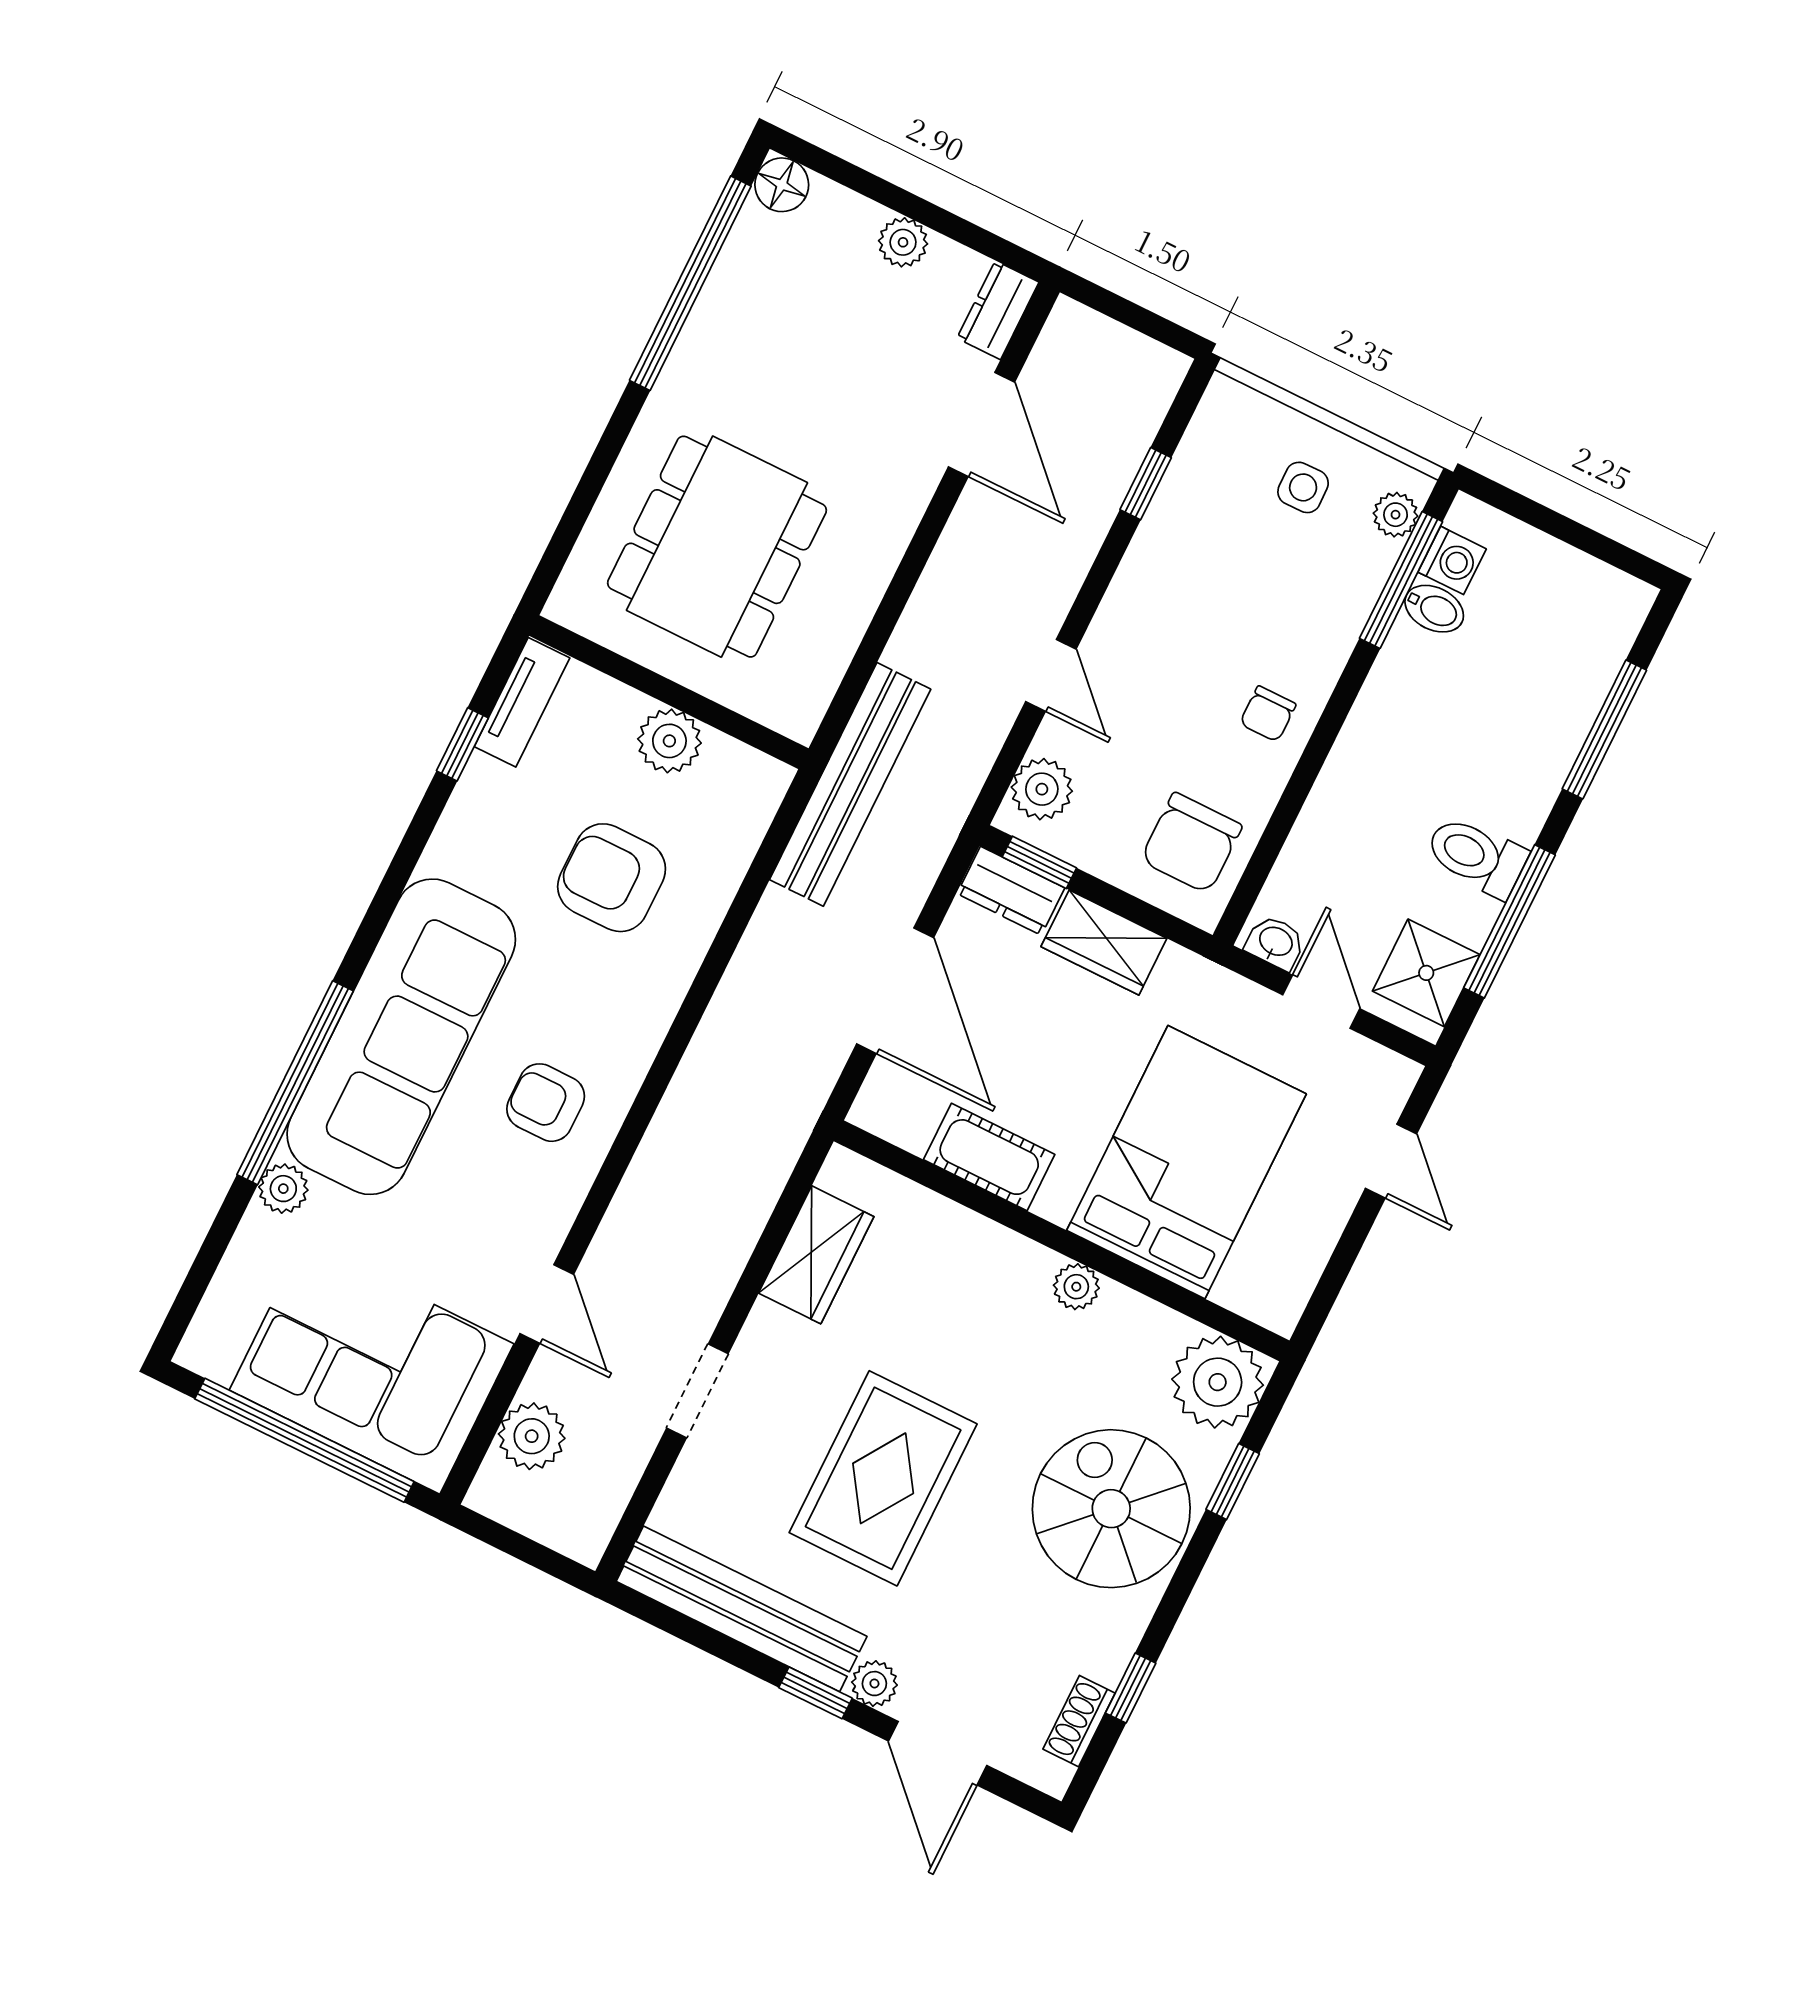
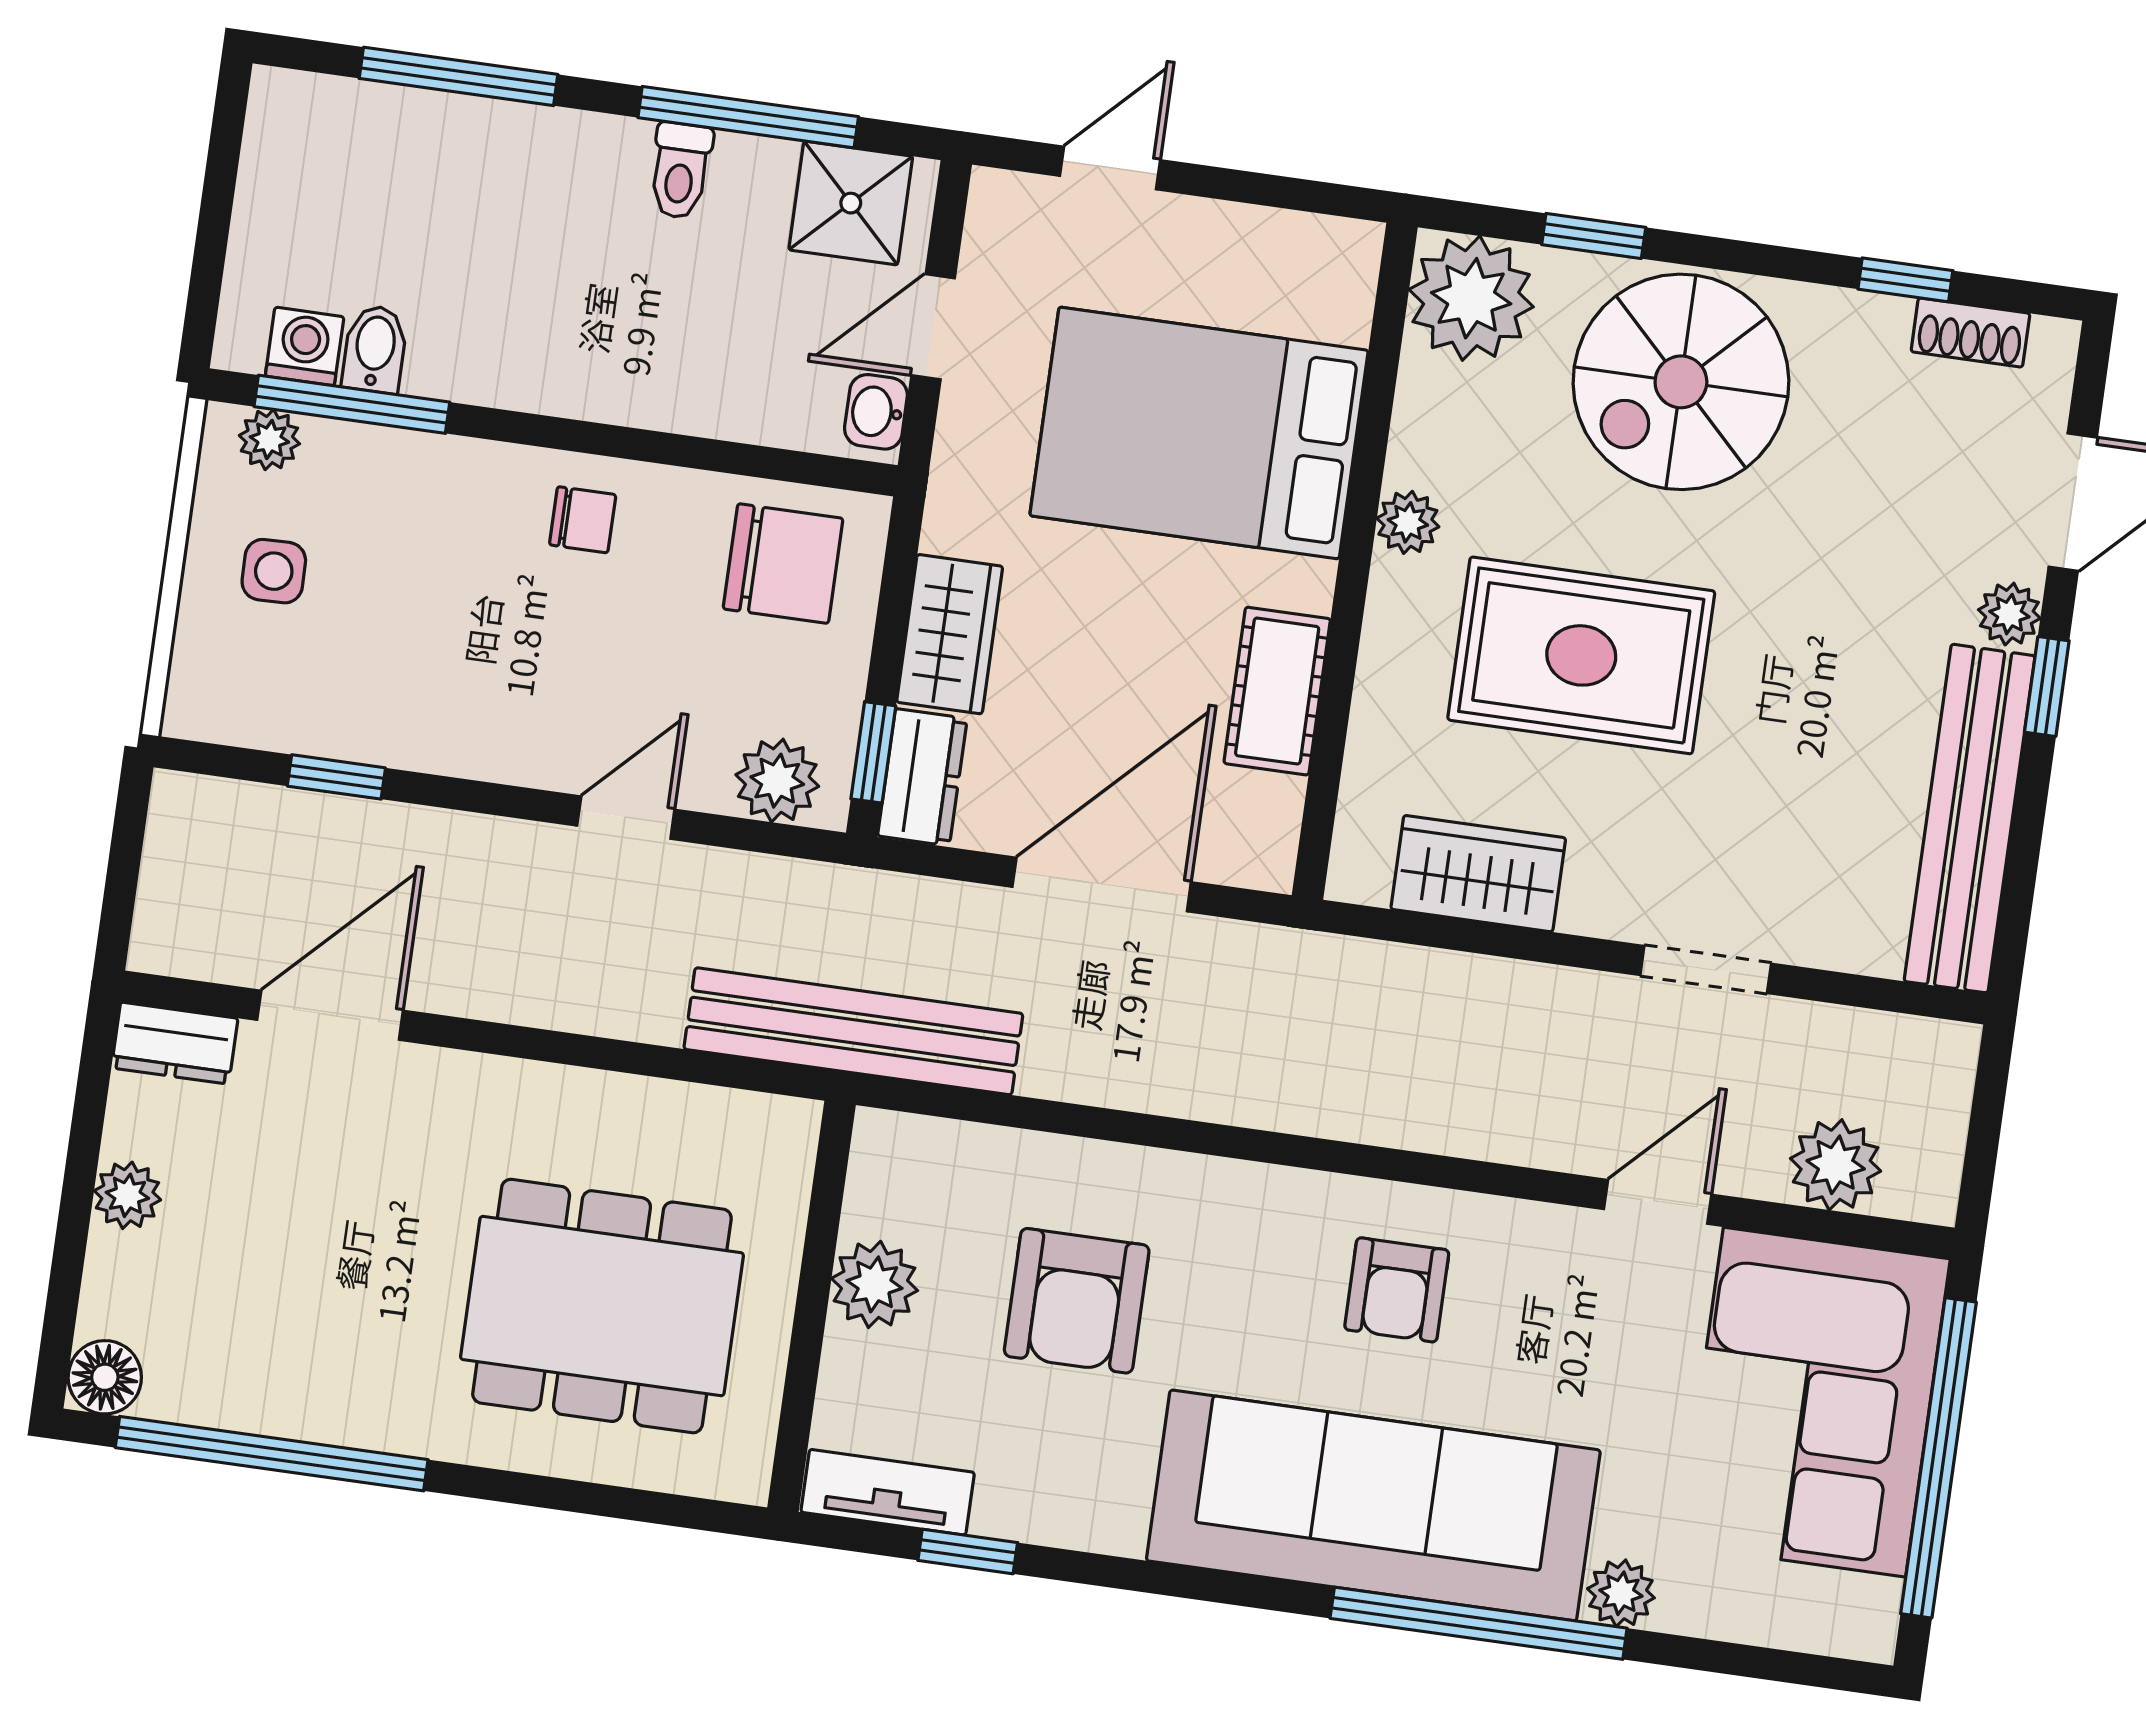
toilet: (1476, 856) -> (680, 171), width x0.73, depth x0.72
rug: (883, 1478) -> (1581, 655), moved

